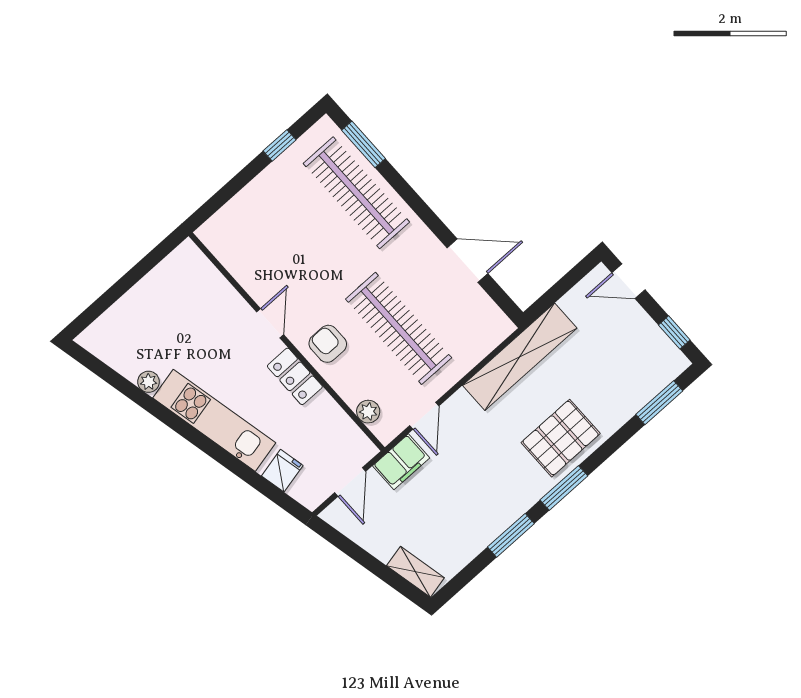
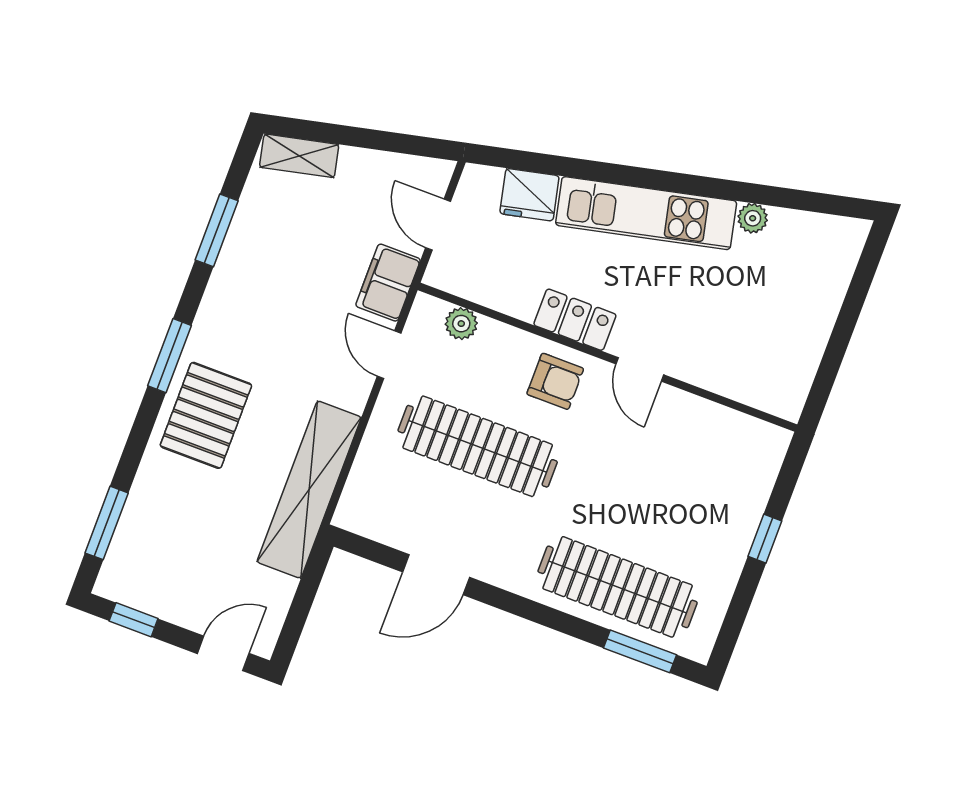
window: (279, 145) -> (765, 539), moved
fridge: (282, 471) -> (529, 195), width x1.38
window: (511, 535) -> (217, 230), moved

